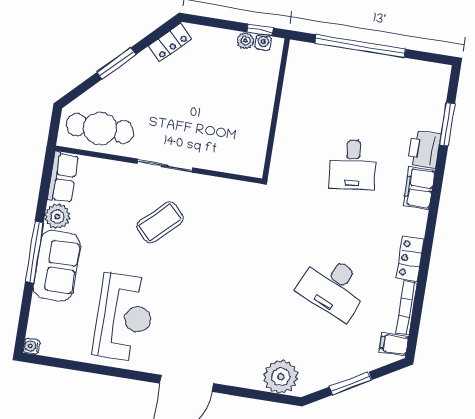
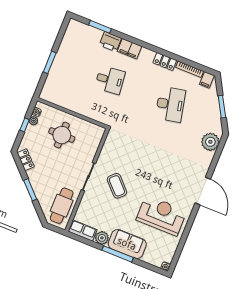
window: (260, 30) -> (25, 125), moved
window: (360, 46) -> (50, 62), width x0.47
round table: (231, 99) -> (62, 135), added
desk: (333, 287) -> (170, 104), turned -36

